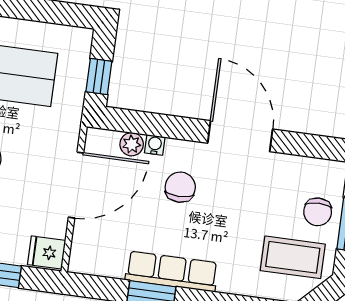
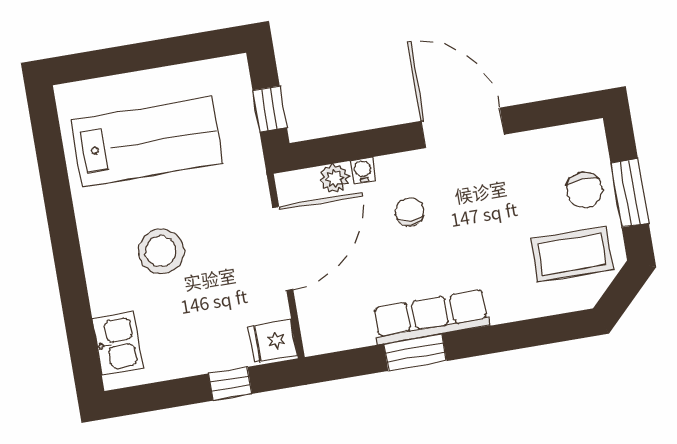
chair: (180, 187) -> (409, 212), width x0.73, depth x0.73

